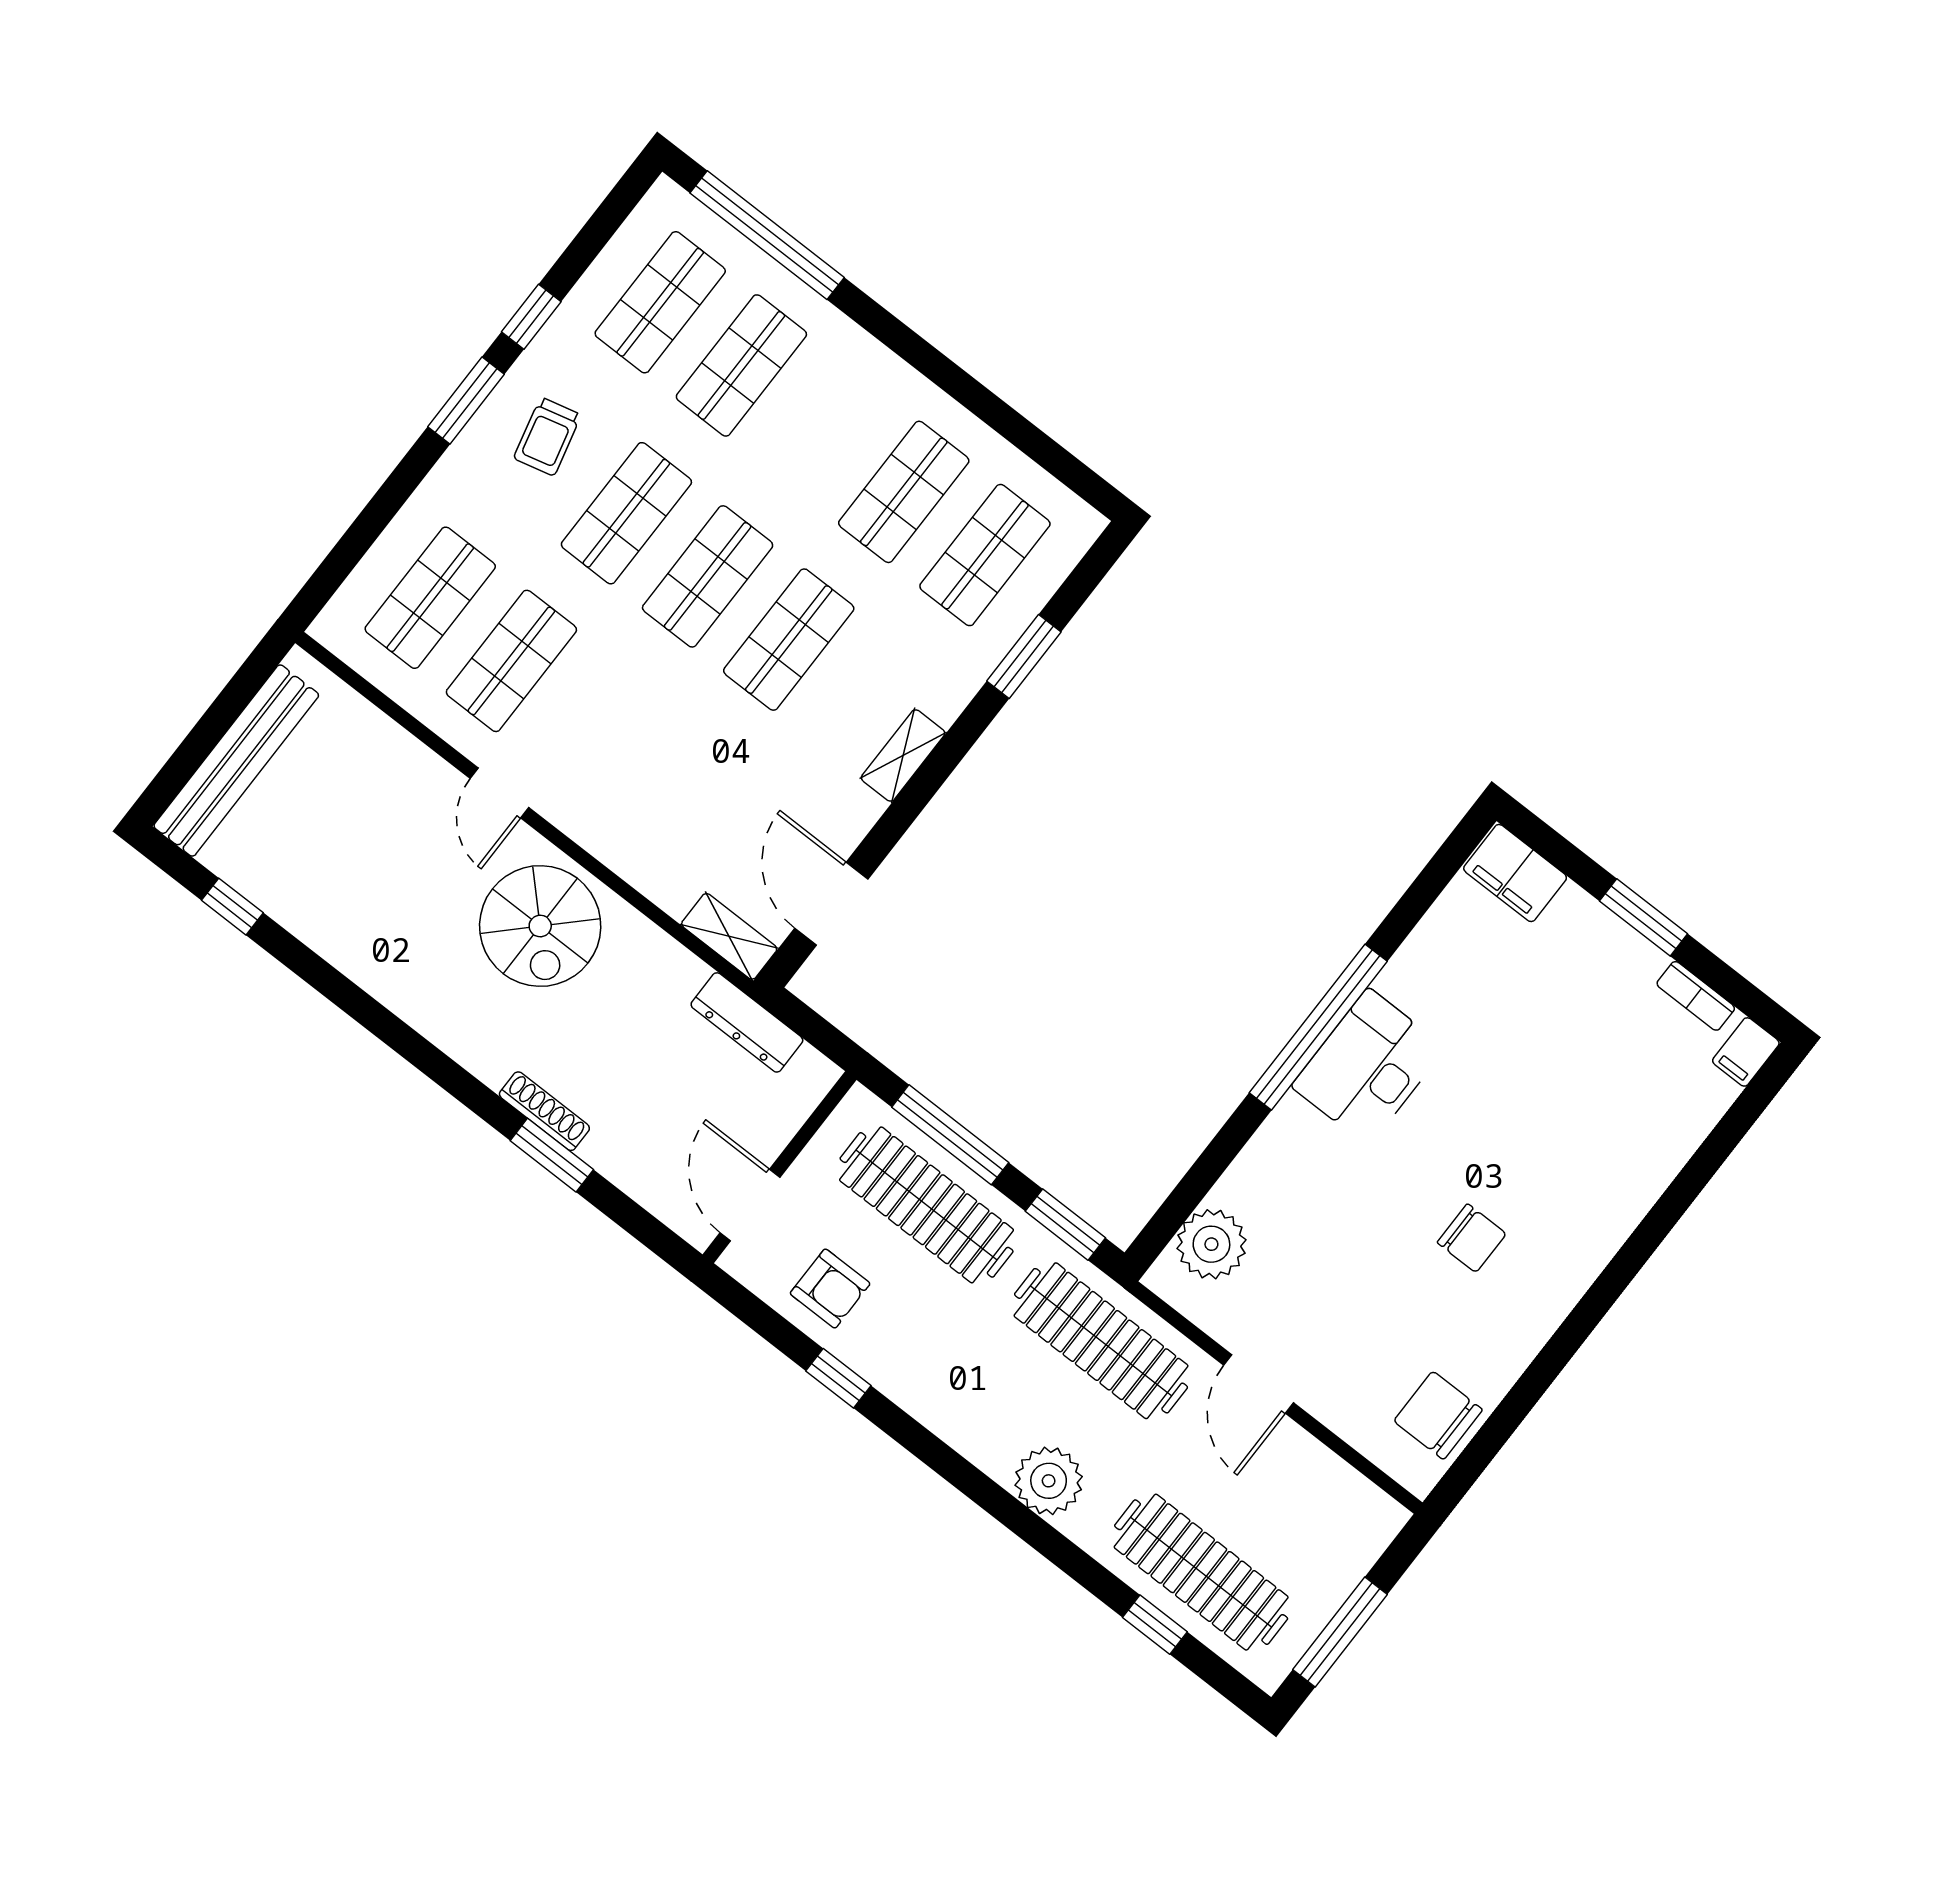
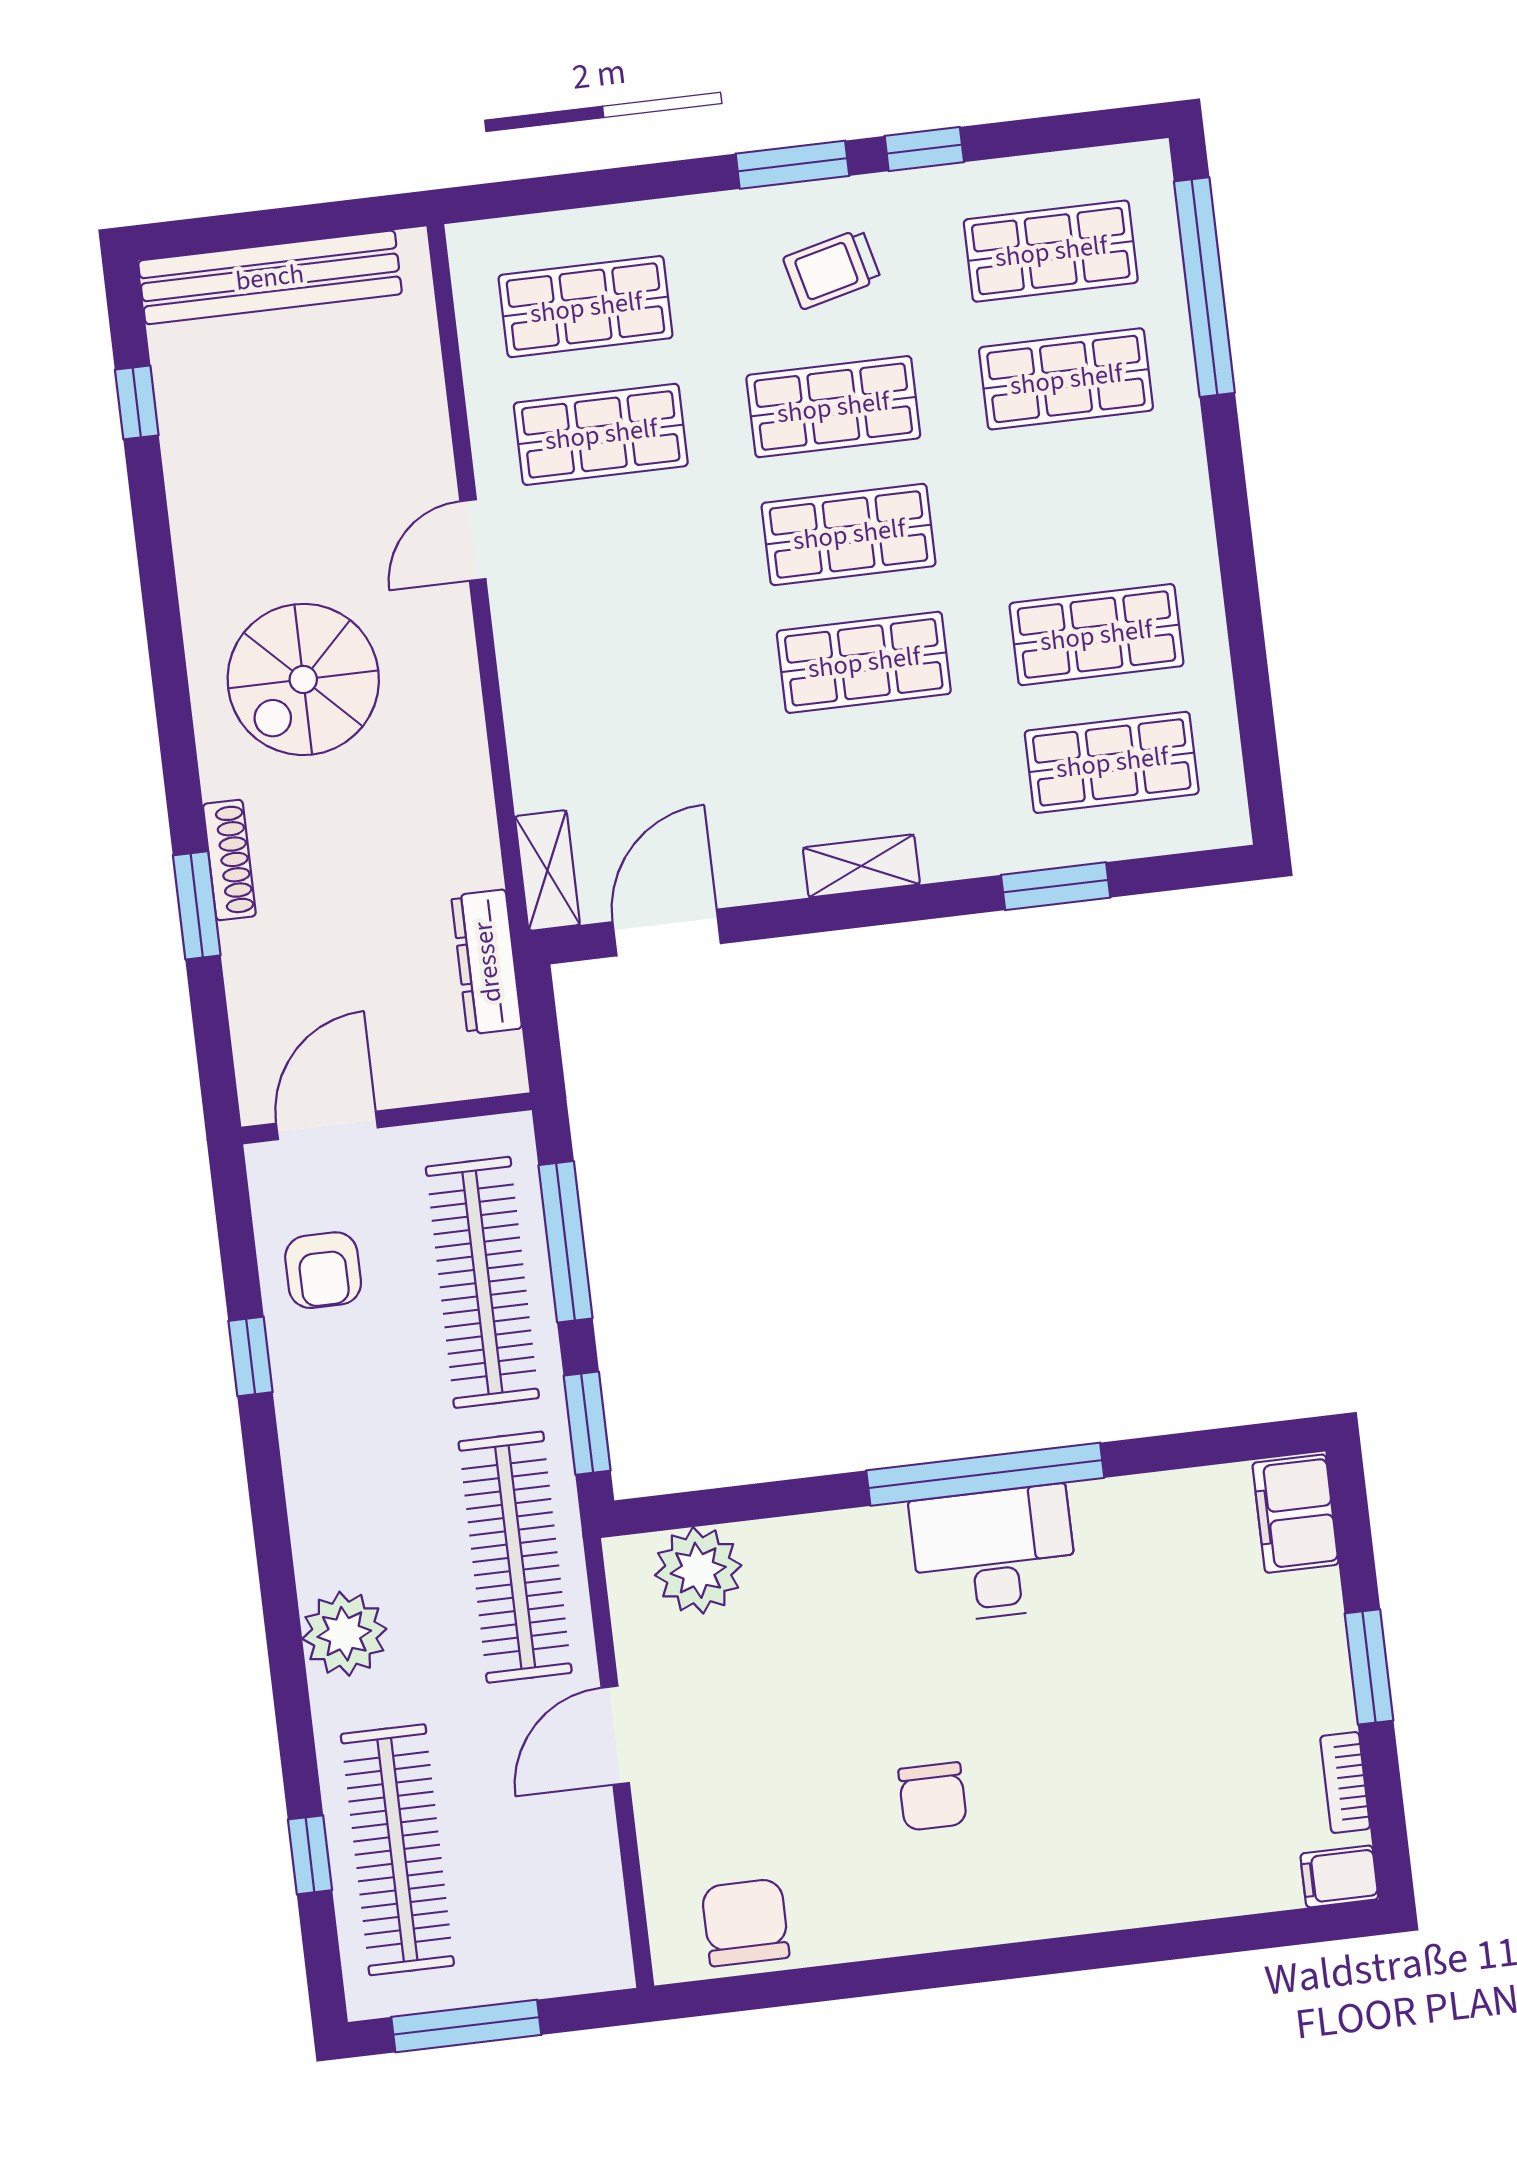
spiral stairs: (540, 926) -> (303, 679), moved

